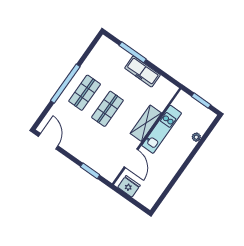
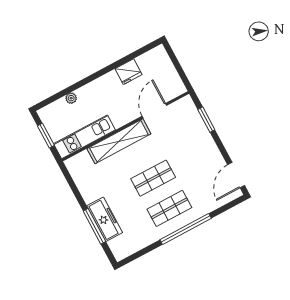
freezer: (142, 72) -> (105, 219), moved
shelving: (146, 123) -> (119, 141), width x1.47
kitchen unit: (162, 129) -> (84, 137), moved
fridge: (129, 186) -> (128, 72), moved, turned -90

